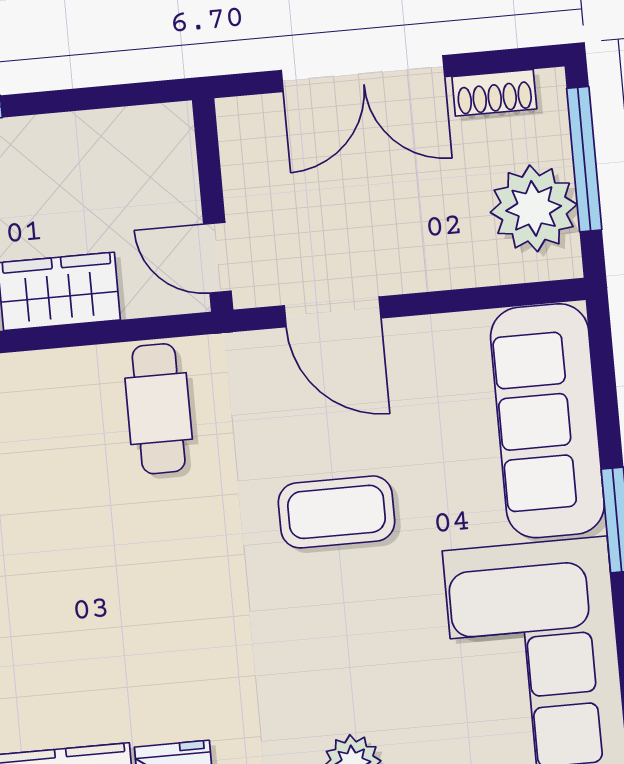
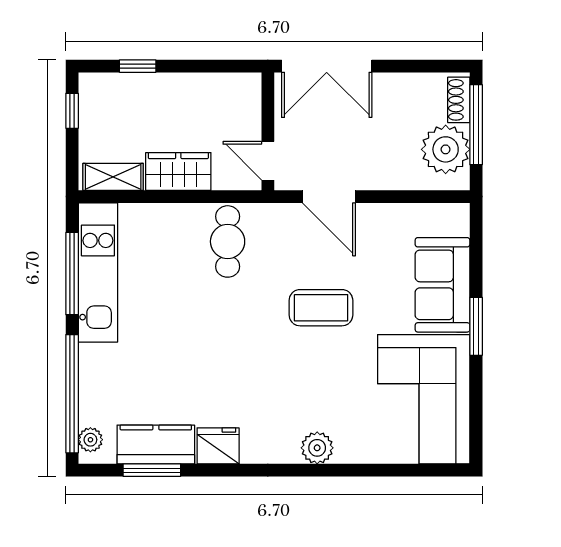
double door: (363, 74) -> (327, 66), moved
shoe rack: (494, 93) -> (459, 100), moved, turned 90
sofa: (547, 421) -> (442, 285), width x0.73

